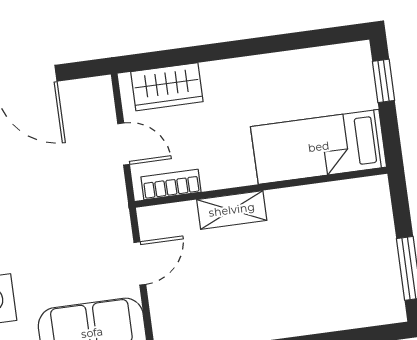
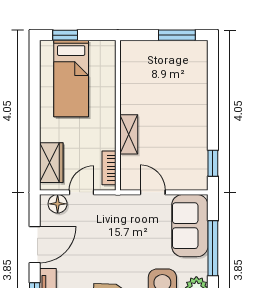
floor lamp: (99, 106) -> (58, 204), added
bed: (319, 147) -> (71, 78), moved

